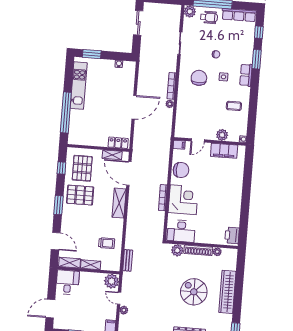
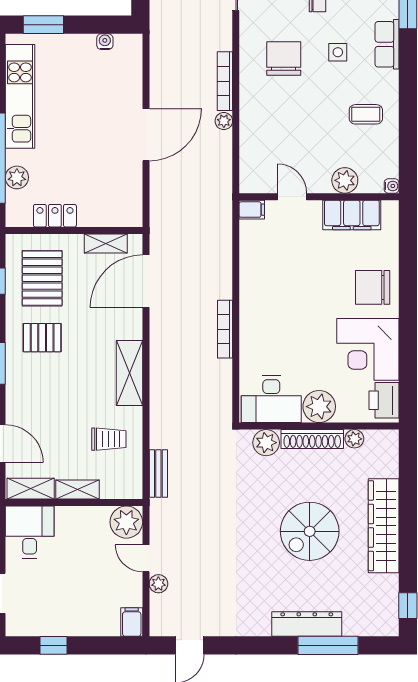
plant: (74, 122) -> (17, 177), added
door: (198, 140) -> (292, 197), swing flipped
locker: (118, 143) -> (55, 216), moved
chair: (181, 170) -> (373, 287), moved, turned 180
door: (129, 173) -> (146, 281), hinge flipped
pallet: (80, 195) -> (42, 338), width x0.67, depth x0.71
corner desk: (183, 200) -> (368, 349), moved, turned 180
shelving: (119, 203) -> (129, 373), moved
plant: (203, 236) -> (319, 407), added
spiral stairs: (194, 292) -> (310, 531), turned -90

